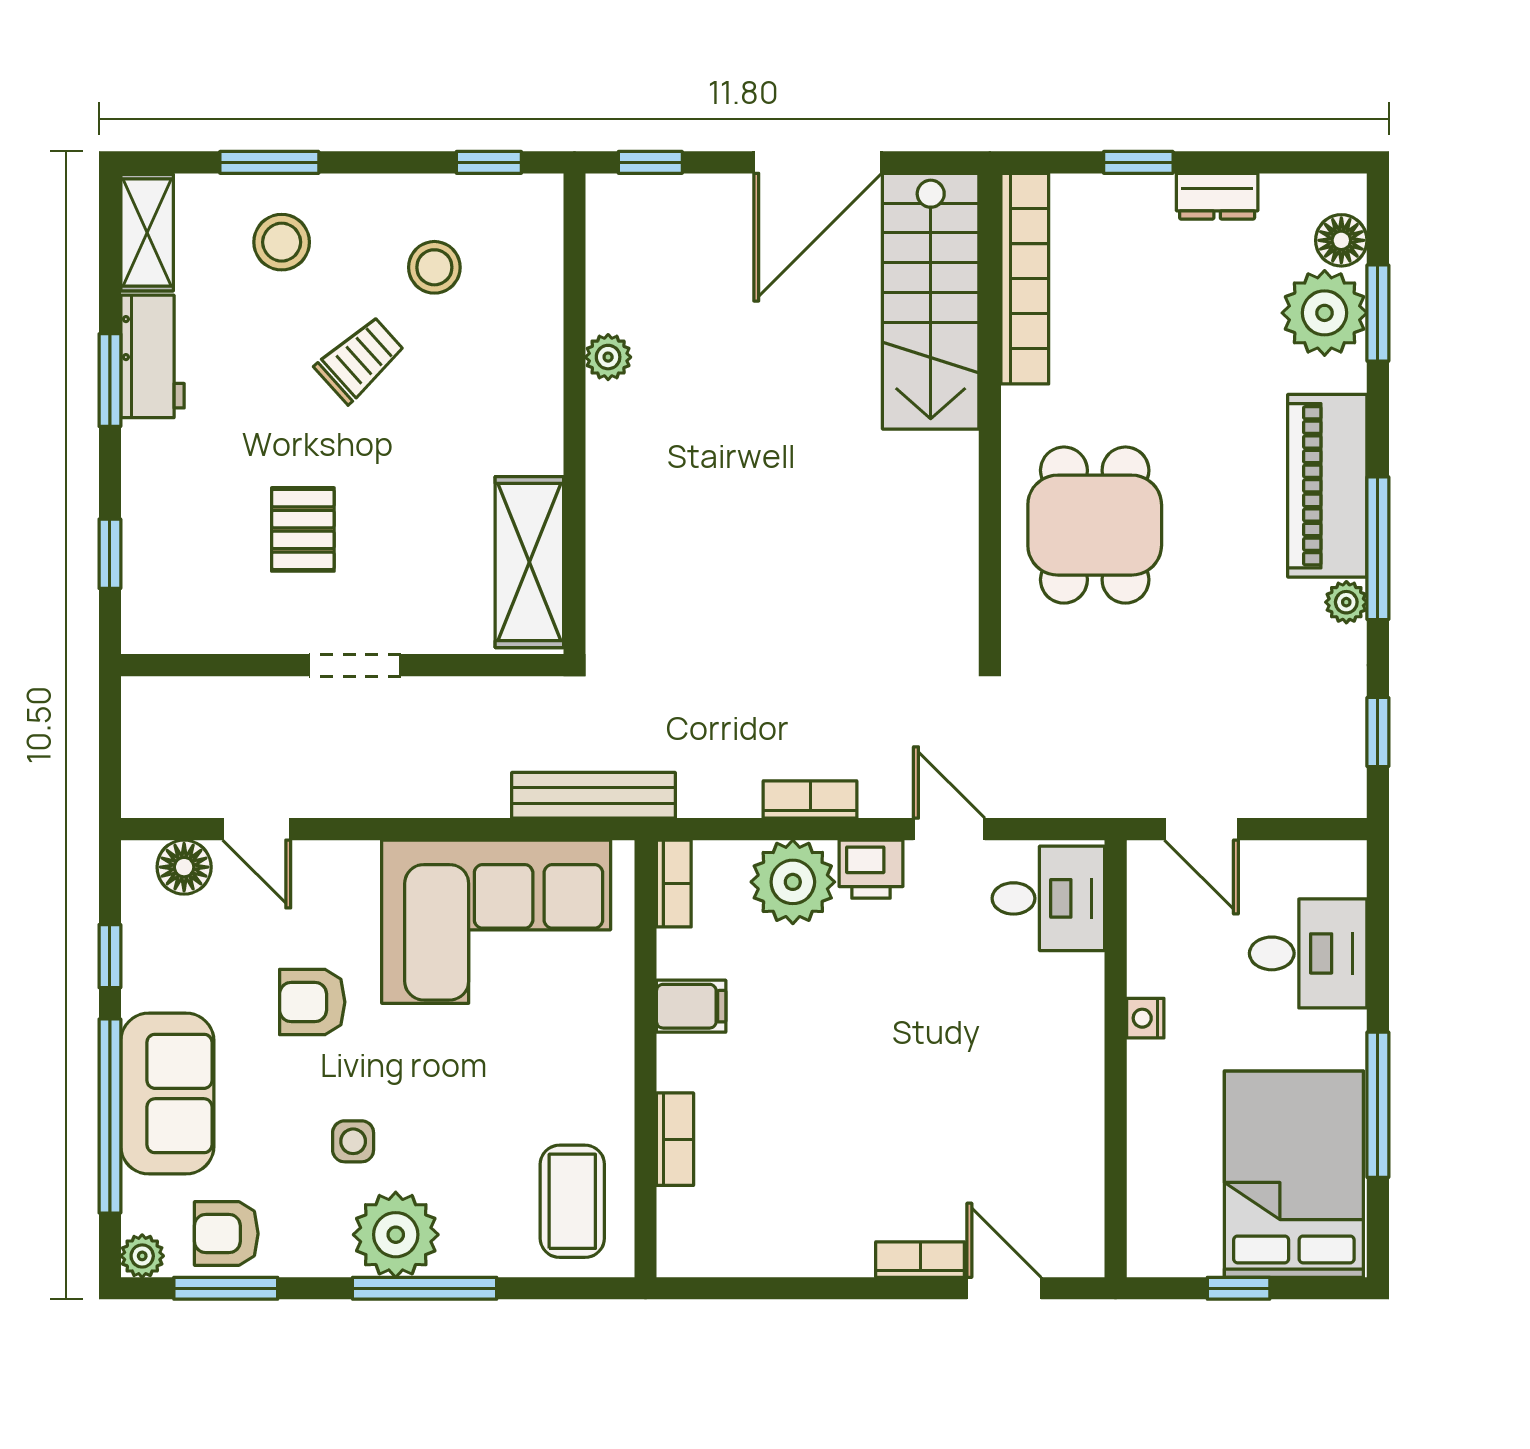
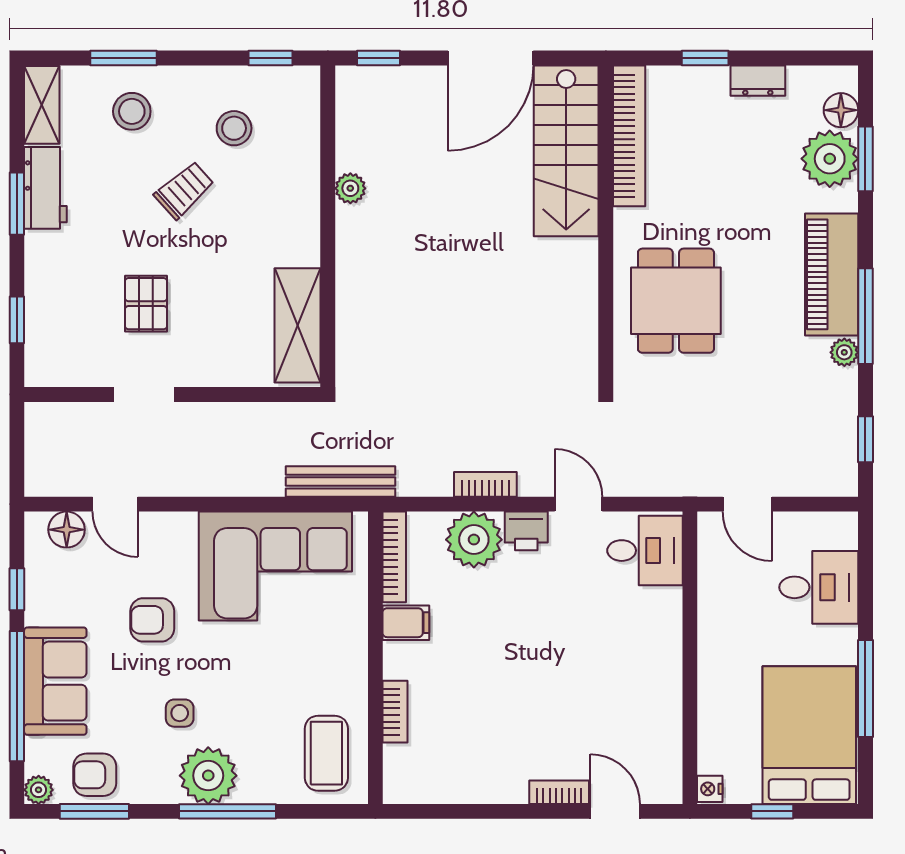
doorway: (355, 665) -> (144, 394), moved
bookcase: (674, 884) -> (394, 557), width x1.56
nightstand: (1145, 1018) -> (710, 789), moved

